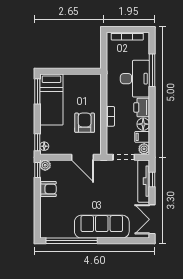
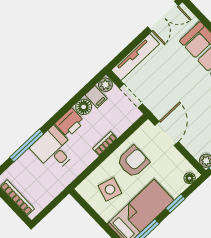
desk: (135, 79) -> (54, 150), width x0.73
side table: (81, 94) -> (110, 189), added
armchair: (85, 123) -> (133, 162), turned 180
window: (37, 142) -> (176, 204), moved
window: (152, 180) -> (127, 51), removed

